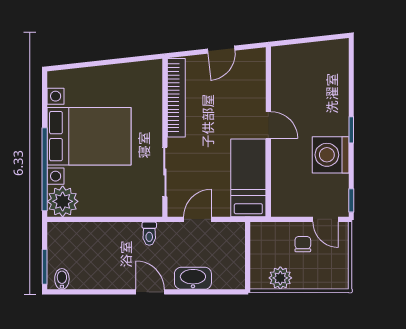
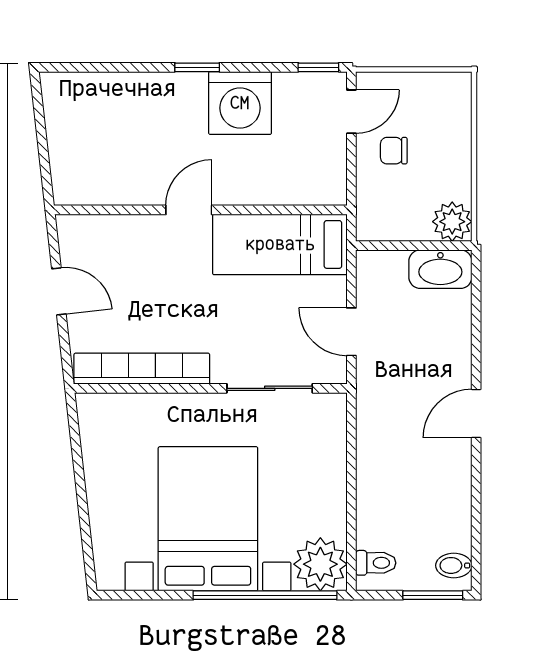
toilet: (149, 234) -> (376, 563), moved
washbasin: (193, 278) -> (440, 269), moved, turned -90
plant: (280, 278) -> (452, 222), moved

